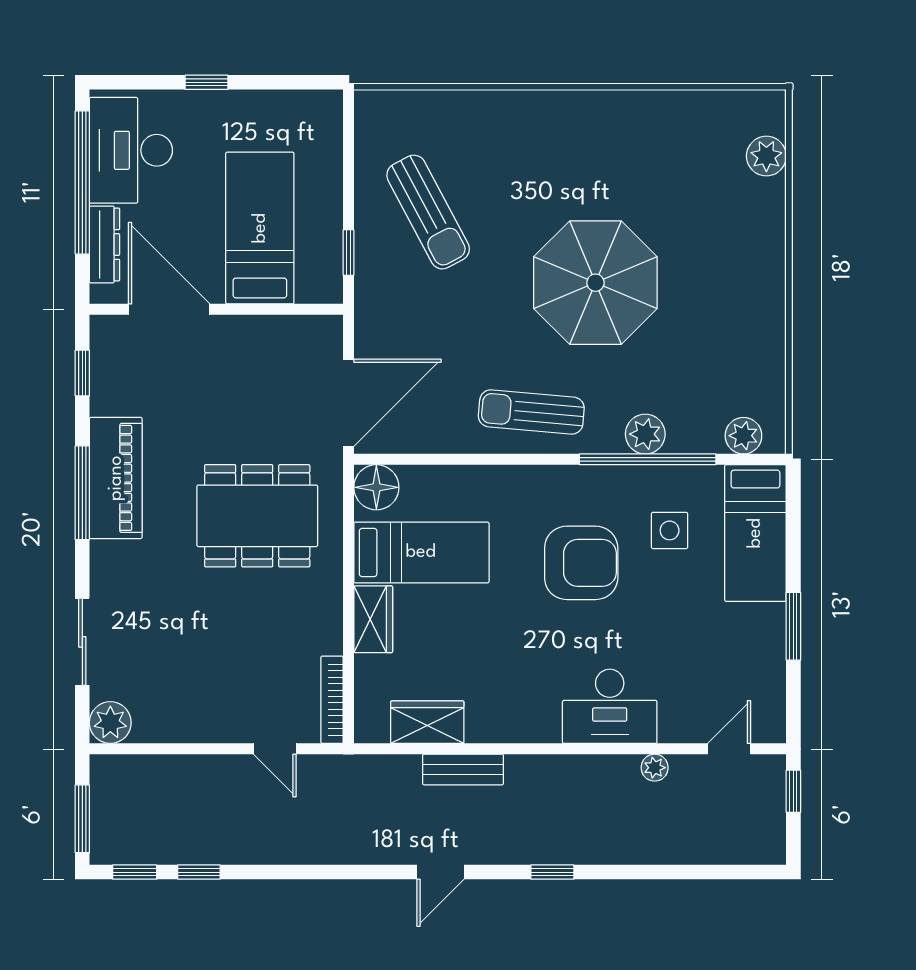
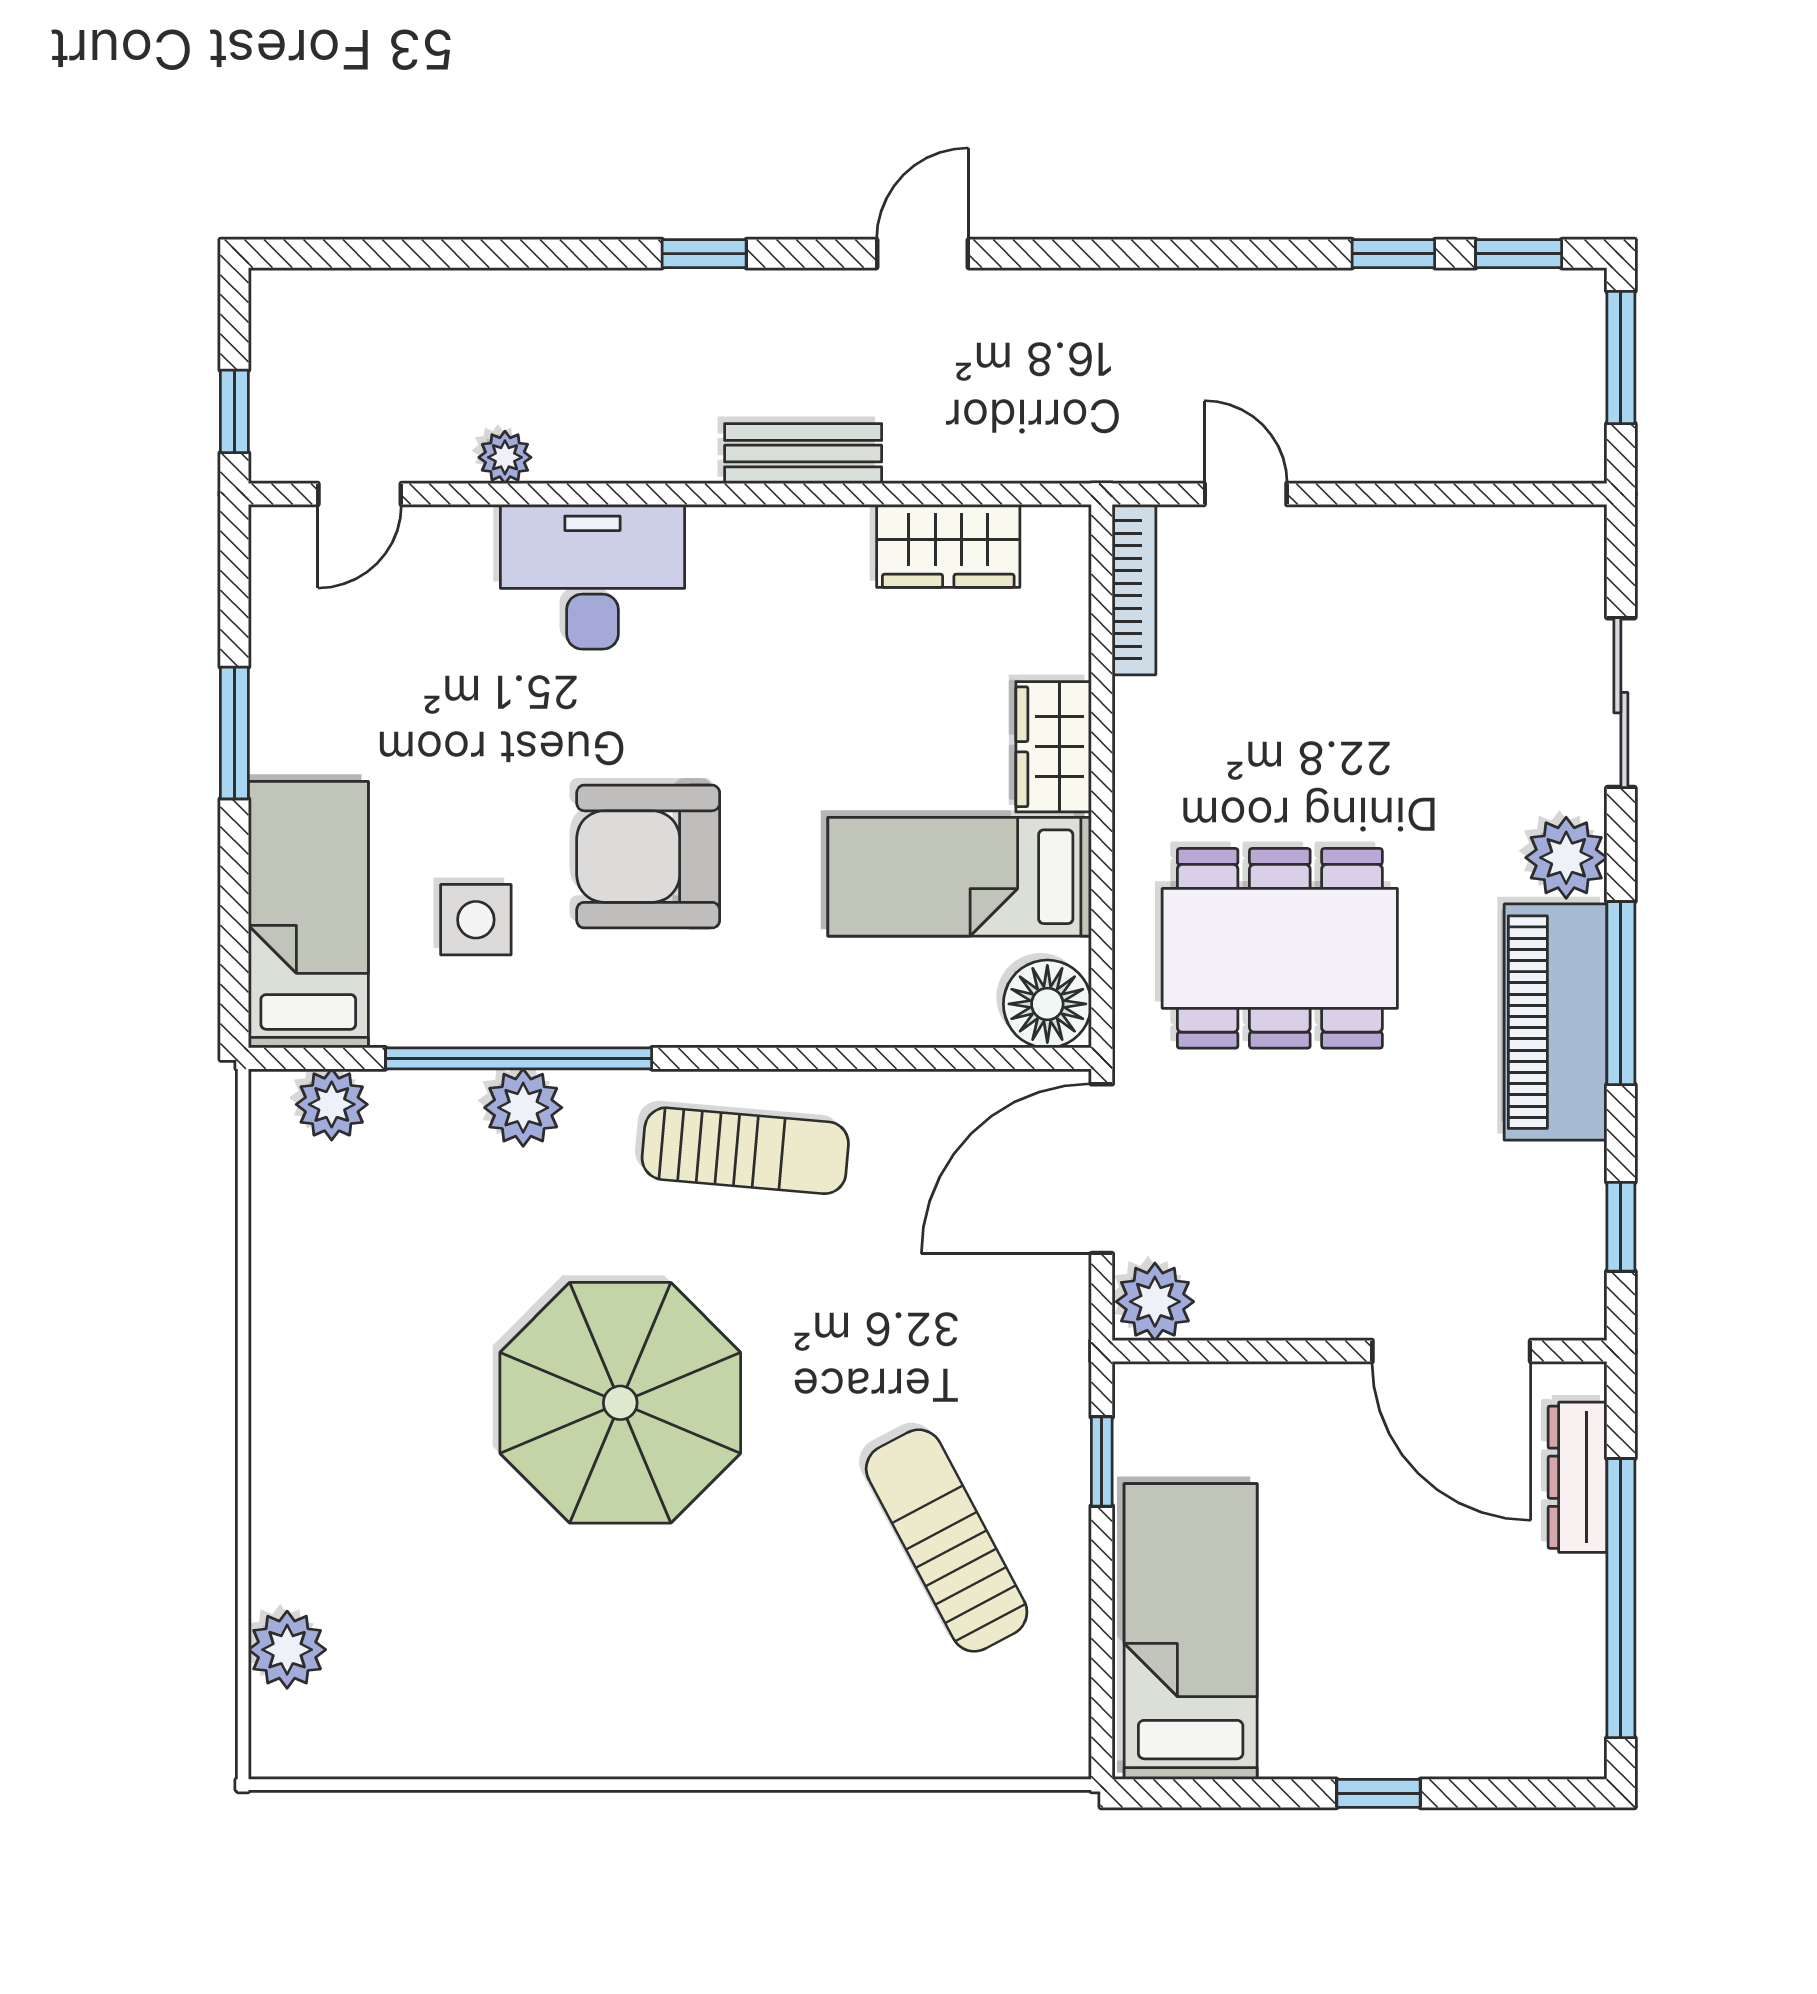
desk: (131, 150) -> (1526, 1661), removed
bed: (260, 228) -> (1191, 1632), moved, turned 180
plant: (321, 335) -> (1155, 1302), added
plant: (110, 723) -> (1566, 858), moved
bench: (463, 770) -> (803, 454), moved

